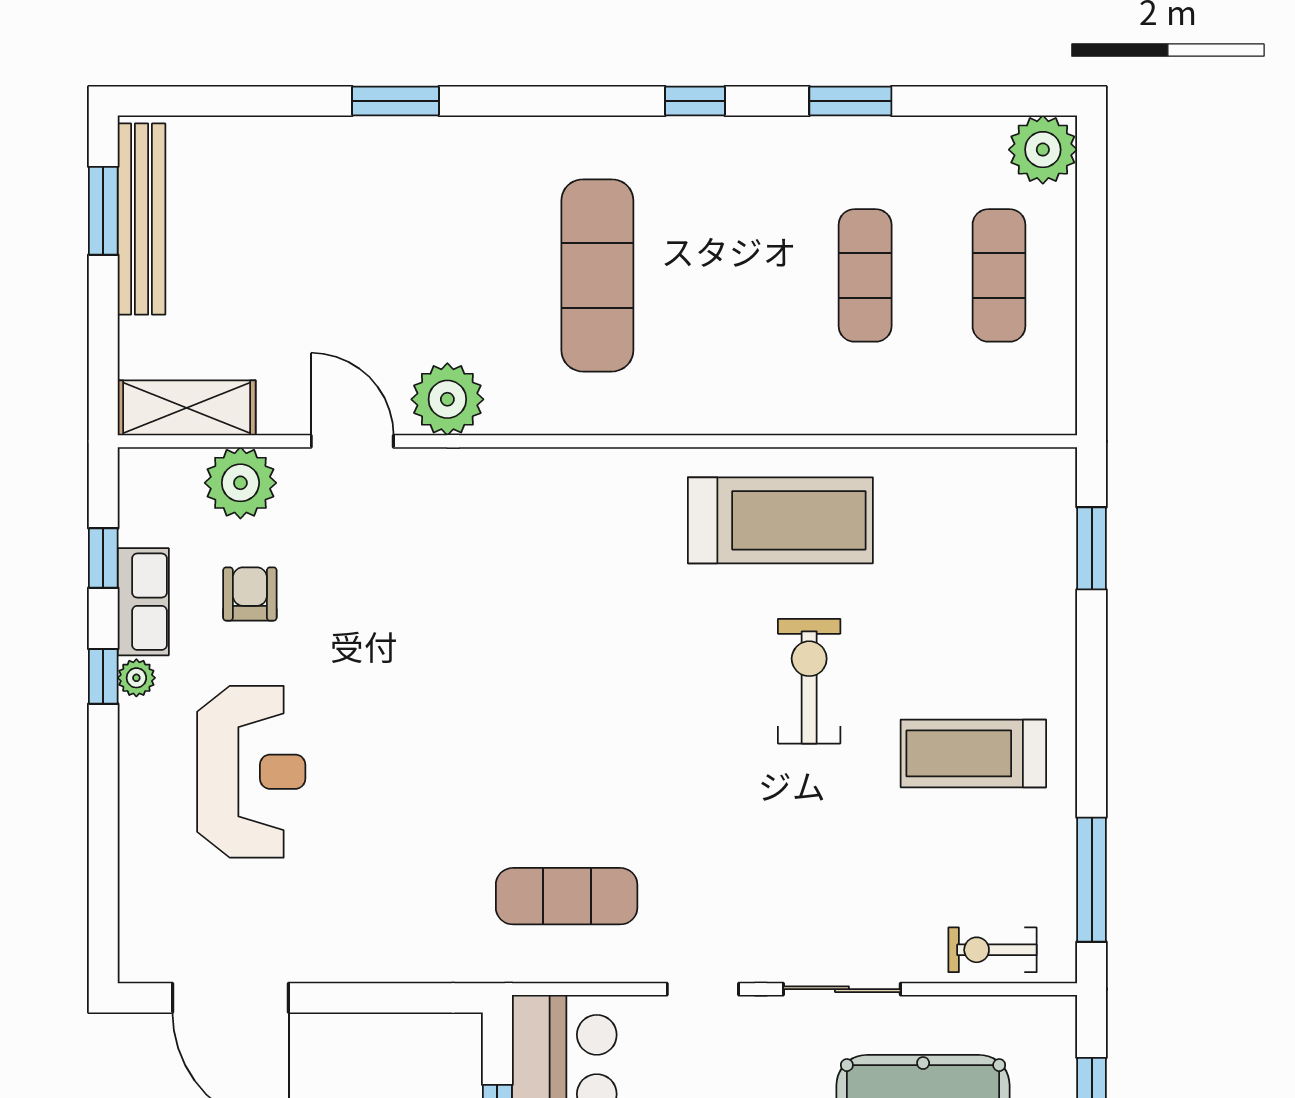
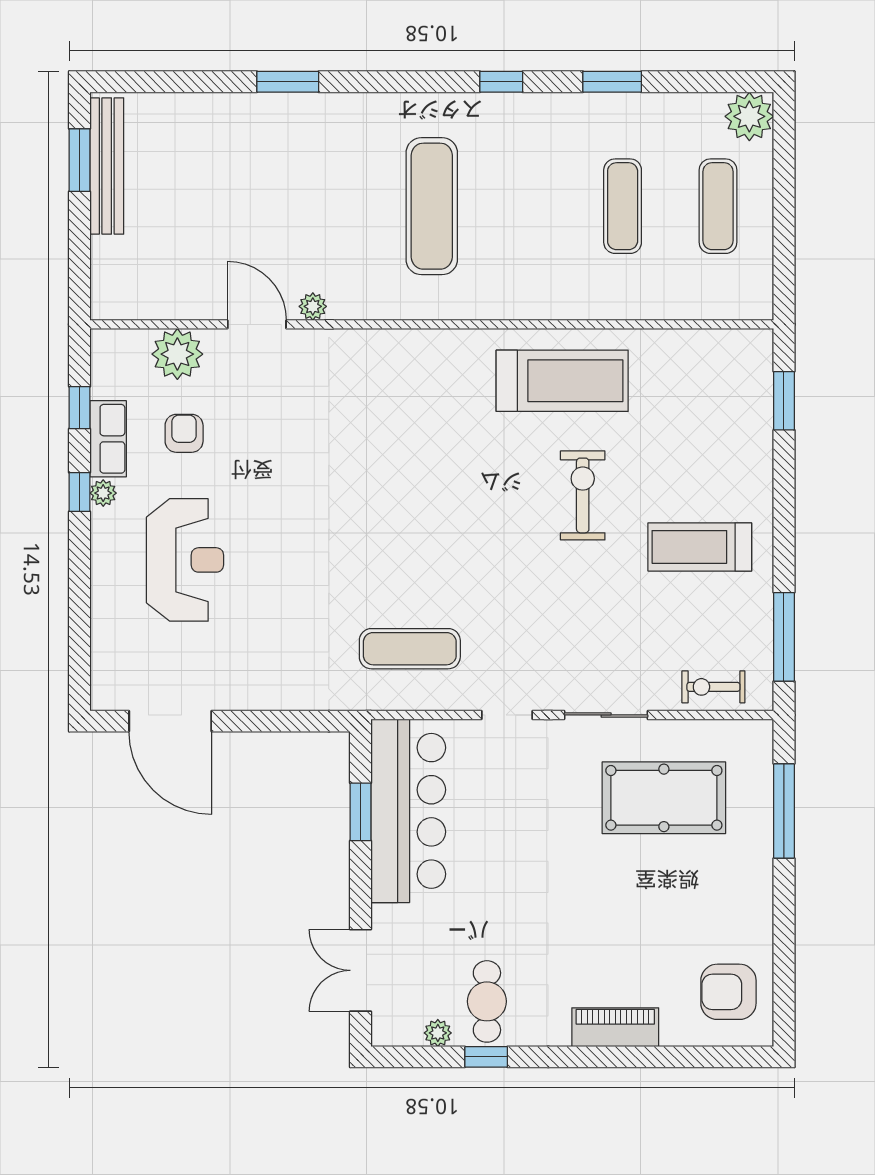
plant: (447, 399) -> (313, 306), width x0.53, depth x0.53
shelving: (187, 408) -> (139, 301), removed

